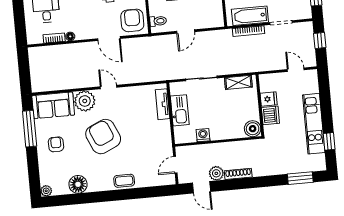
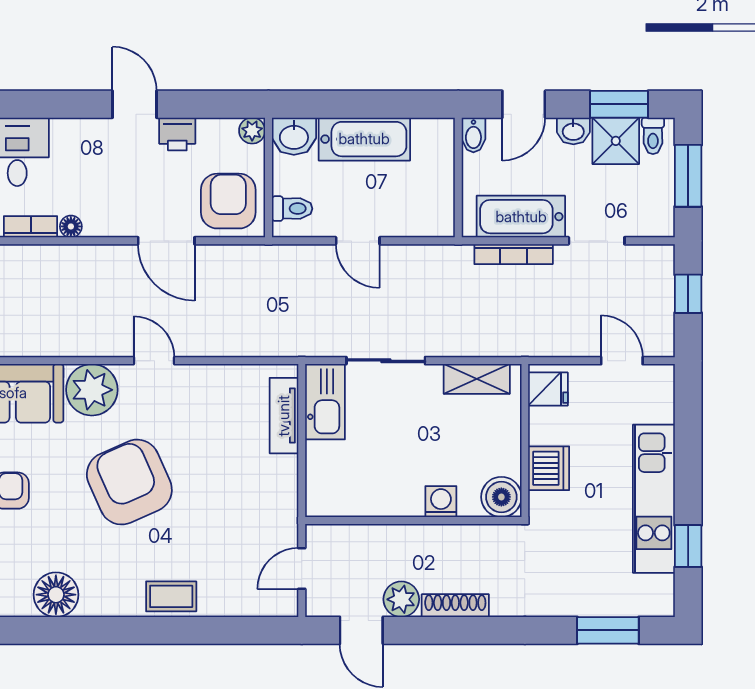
door: (186, 31) -> (358, 241), hinge flipped
fridge: (269, 99) -> (548, 389), moved
kitchen sink: (180, 110) -> (325, 402), moved
washing machine: (203, 135) -> (441, 502), moved

